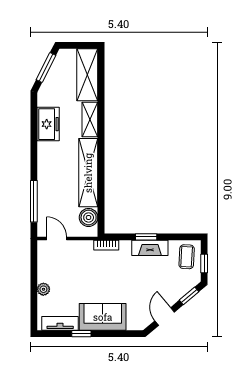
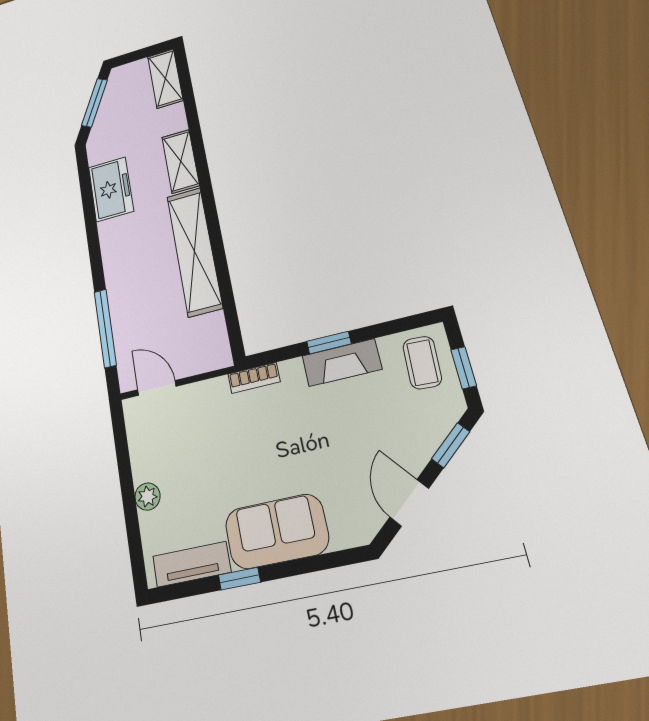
shelving: (87, 75) -> (165, 78), width x0.67, depth x0.75
boiler: (89, 217) -> (210, 333), removed

